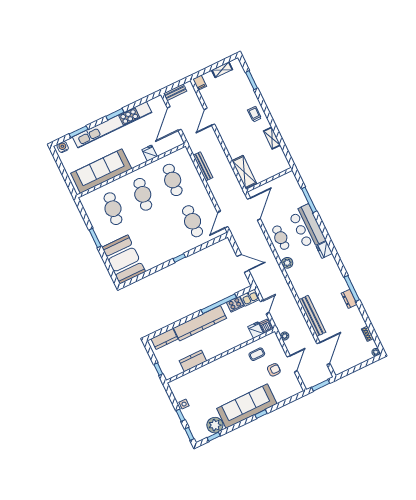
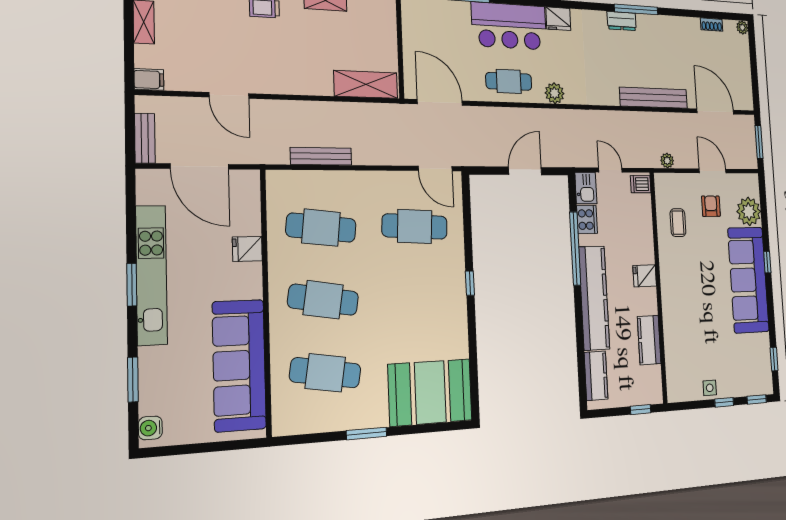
kitchen unit: (112, 125) -> (151, 275), width x0.73
dresser: (349, 299) -> (622, 21), moved
fridge: (256, 330) -> (645, 276), moved
plant: (215, 425) -> (749, 211), moved

